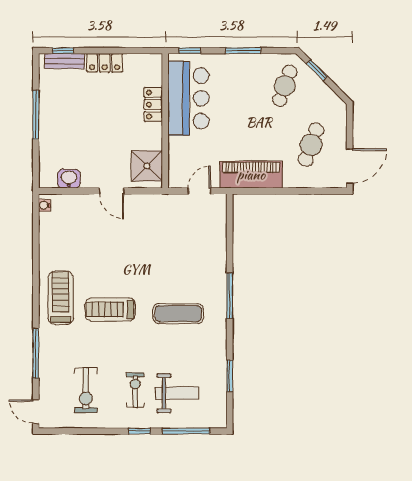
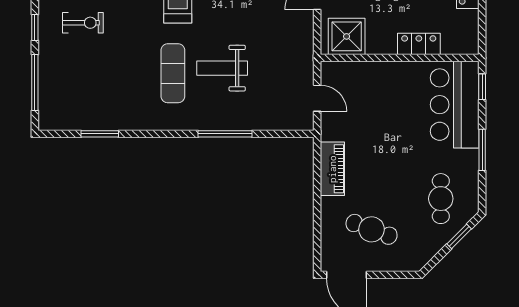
cafe table: (285, 86) -> (441, 199), turned 70
bar counter: (188, 98) -> (455, 105), moved, turned 90
piano: (251, 175) -> (332, 169), width x0.73, depth x0.75
window: (230, 296) -> (225, 134), moved
weight bench: (177, 393) -> (222, 68), moved, turned 90

